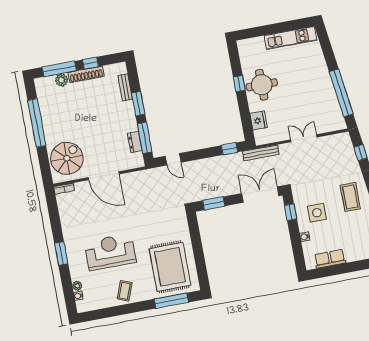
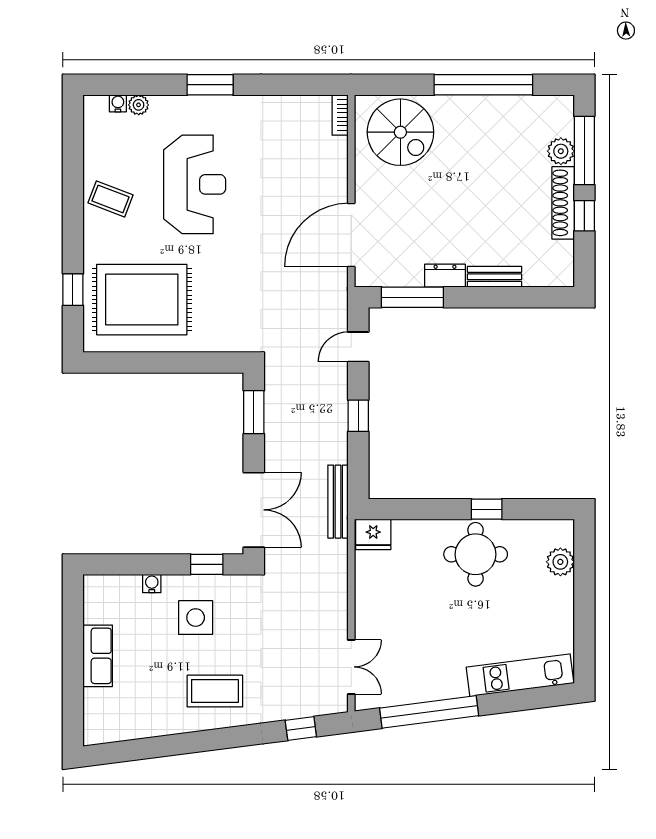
kitchen unit: (291, 38) -> (520, 675), moved, turned 83
plant: (258, 44) -> (560, 562), added
bench: (125, 87) -> (494, 277), moved
window: (138, 104) -> (484, 297), removed
fridge: (259, 121) -> (373, 534), moved
double door: (304, 138) -> (351, 667), moved
dresser: (135, 142) -> (445, 276), moved
window: (229, 149) -> (358, 416), moved
bench: (261, 153) -> (338, 502), moved
door: (104, 176) -> (351, 235), moved
row of seats: (330, 259) -> (98, 656), moved
window: (171, 301) -> (73, 290), width x0.46

